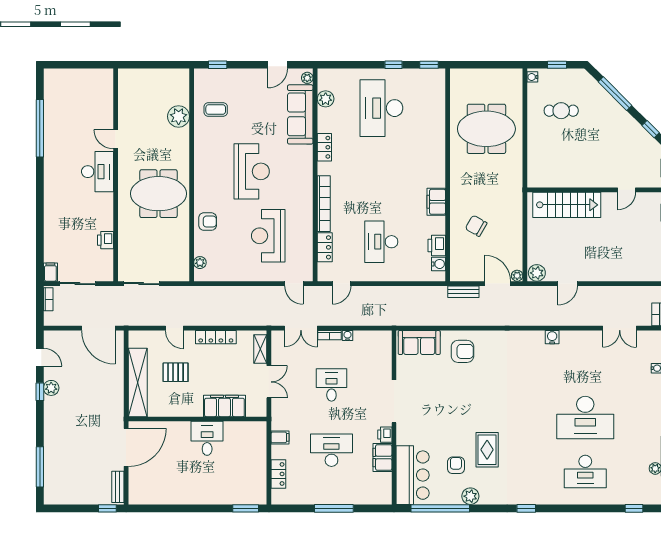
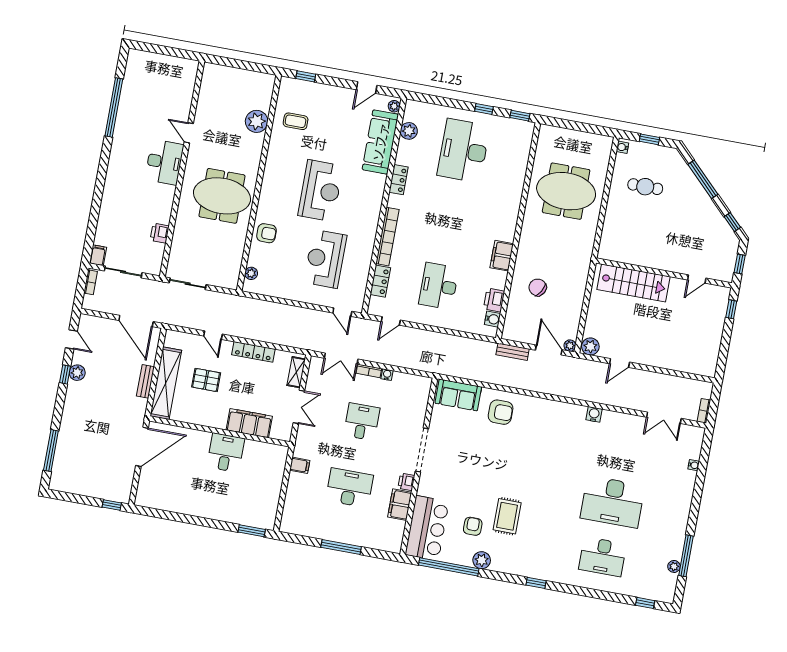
locker: (278, 474) -> (291, 502), removed
bench: (118, 487) -> (145, 381), moved

